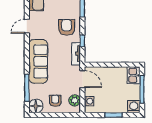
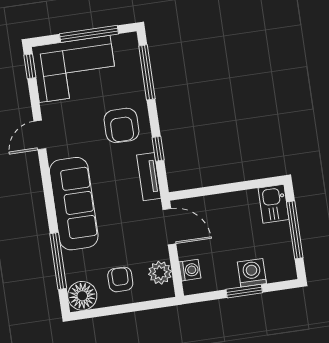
armchair: (67, 27) -> (122, 125), turned 180
washing machine: (134, 107) -> (252, 273), moved

